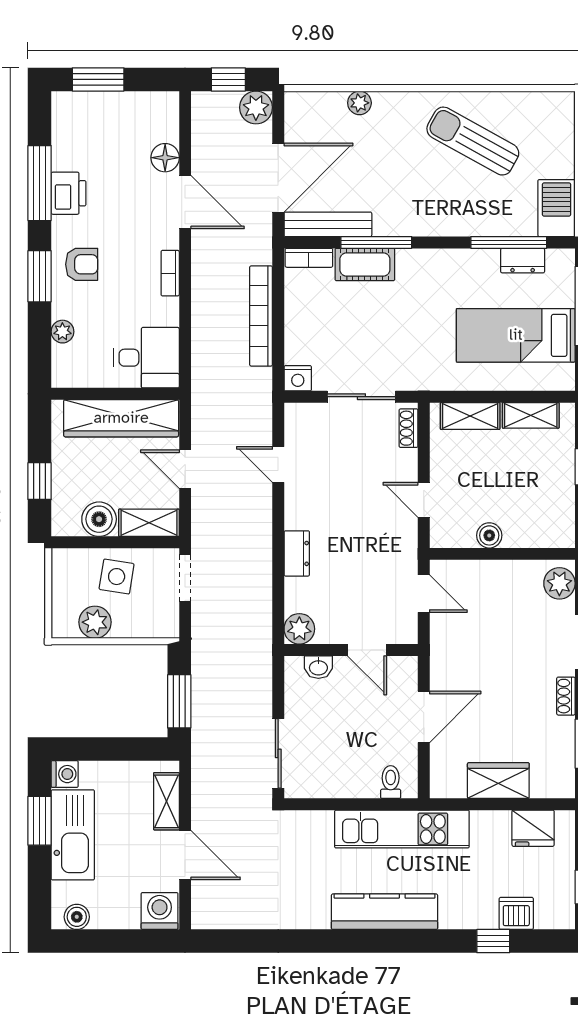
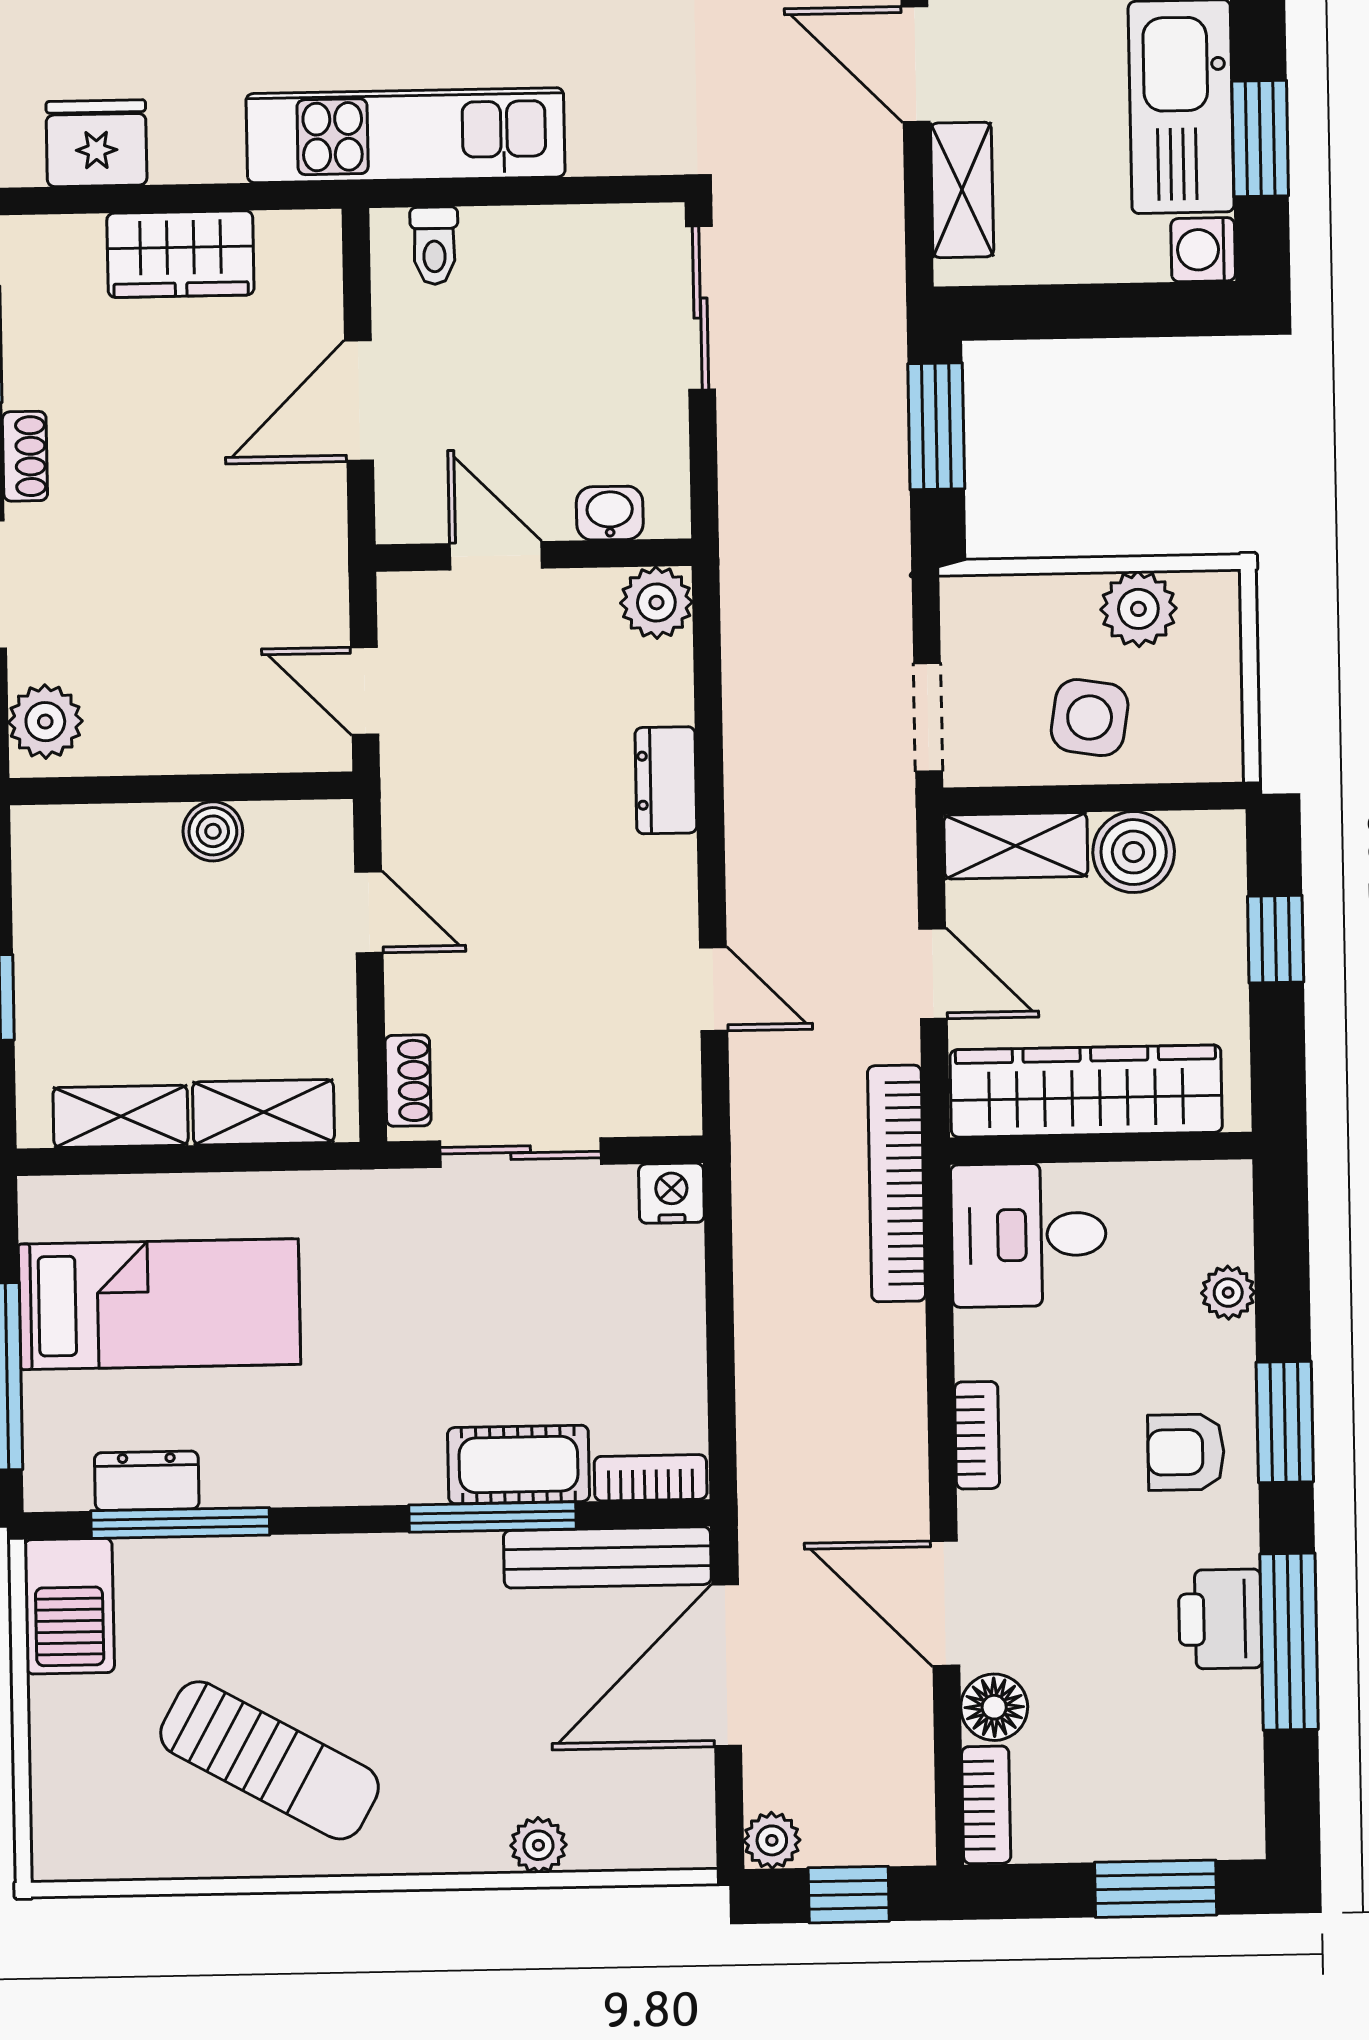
plant: (256, 107) -> (772, 1840), width x0.73, depth x0.73
bookcase: (169, 116) -> (986, 1805), added
bookcase: (261, 316) -> (896, 1183), moved, turned 180

